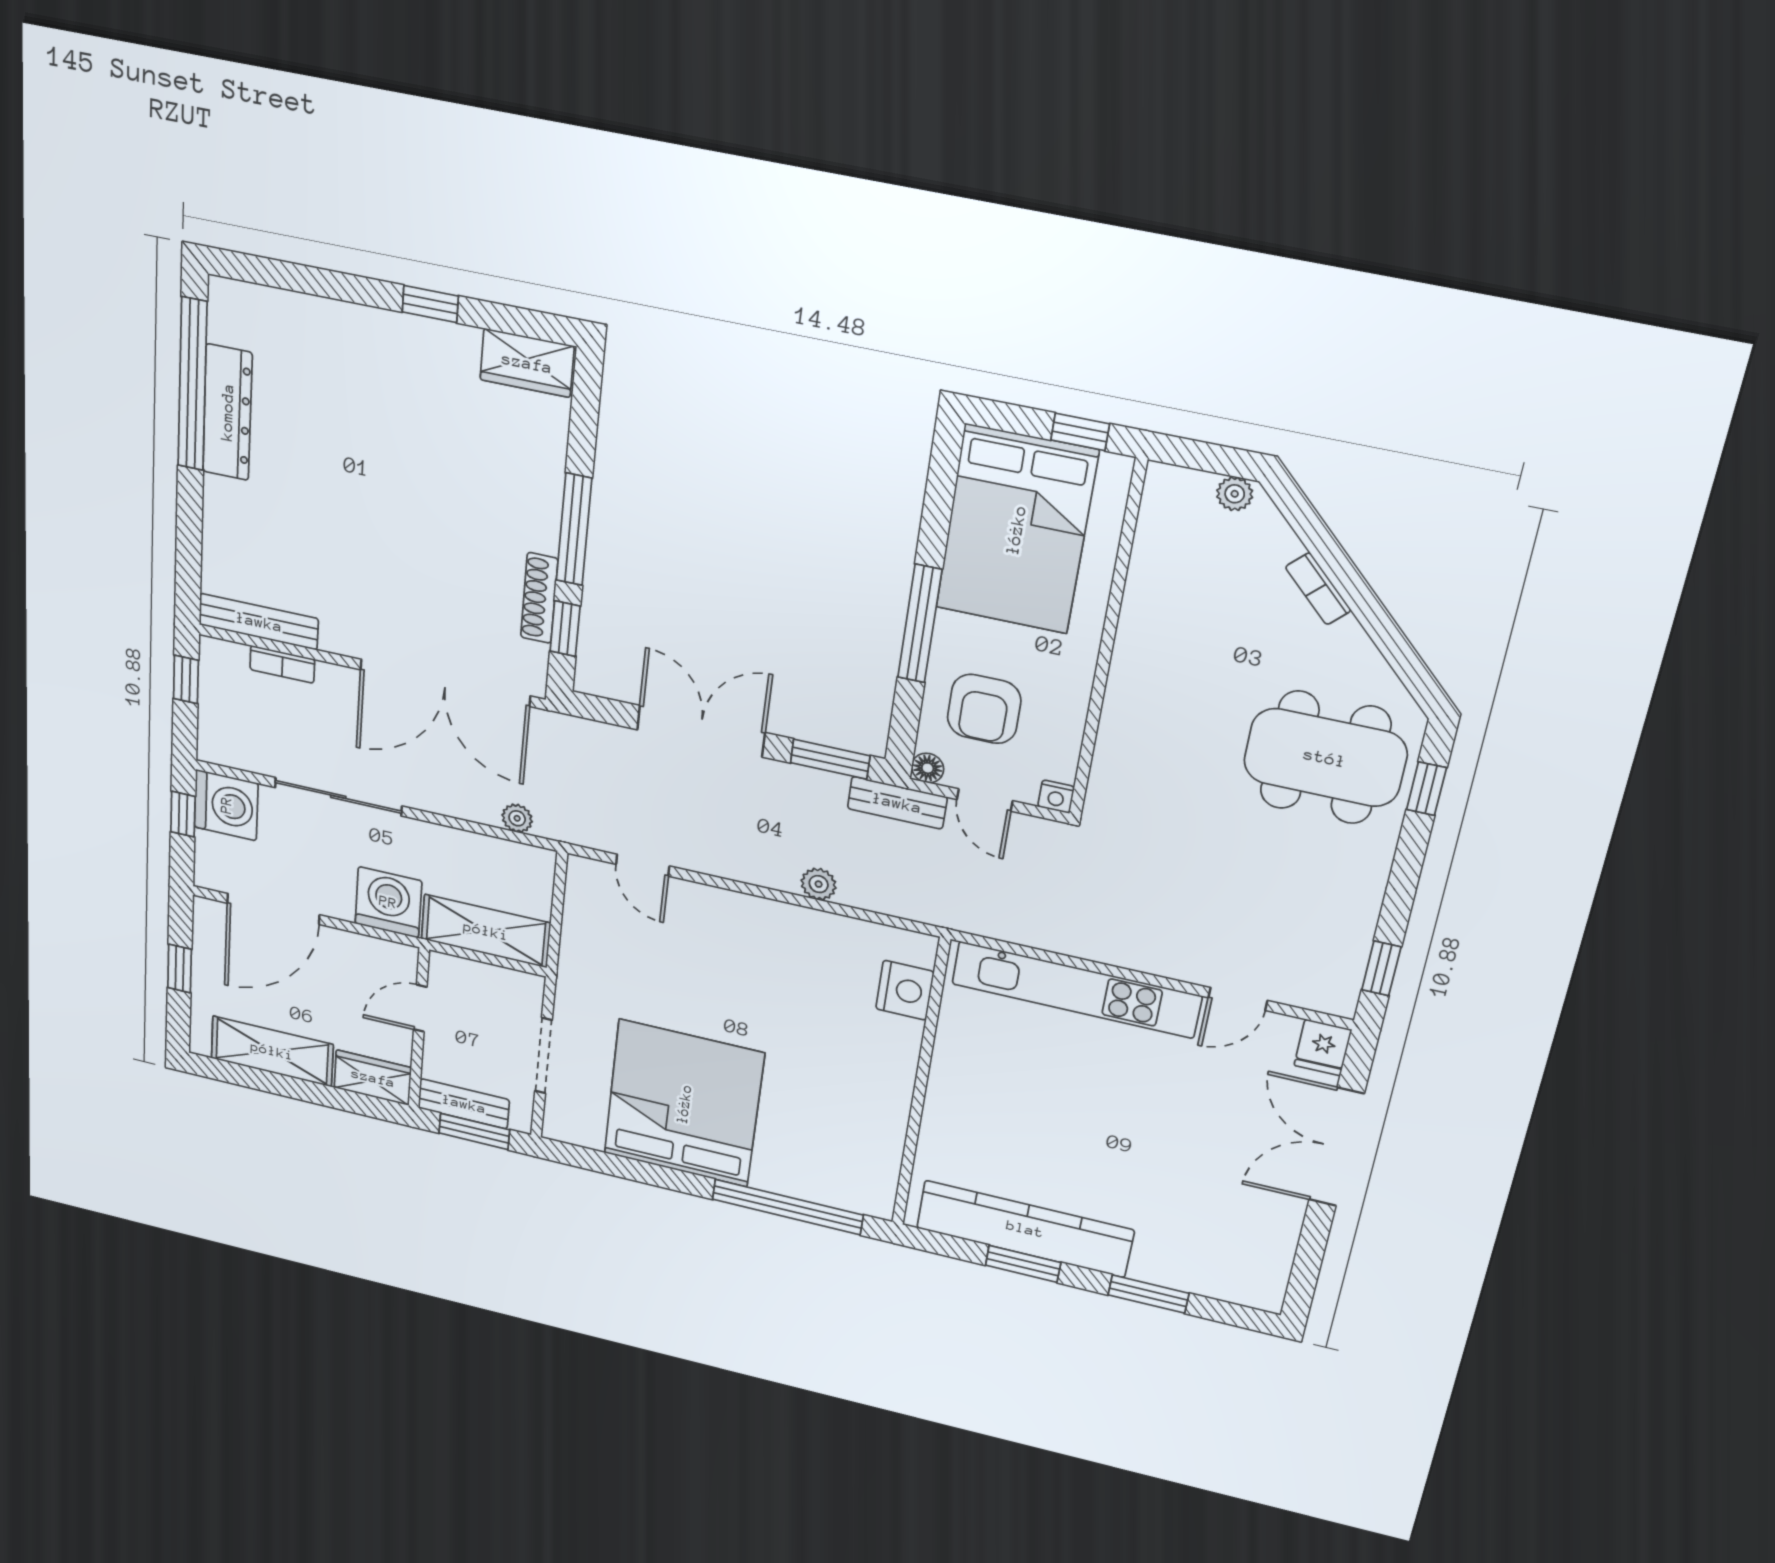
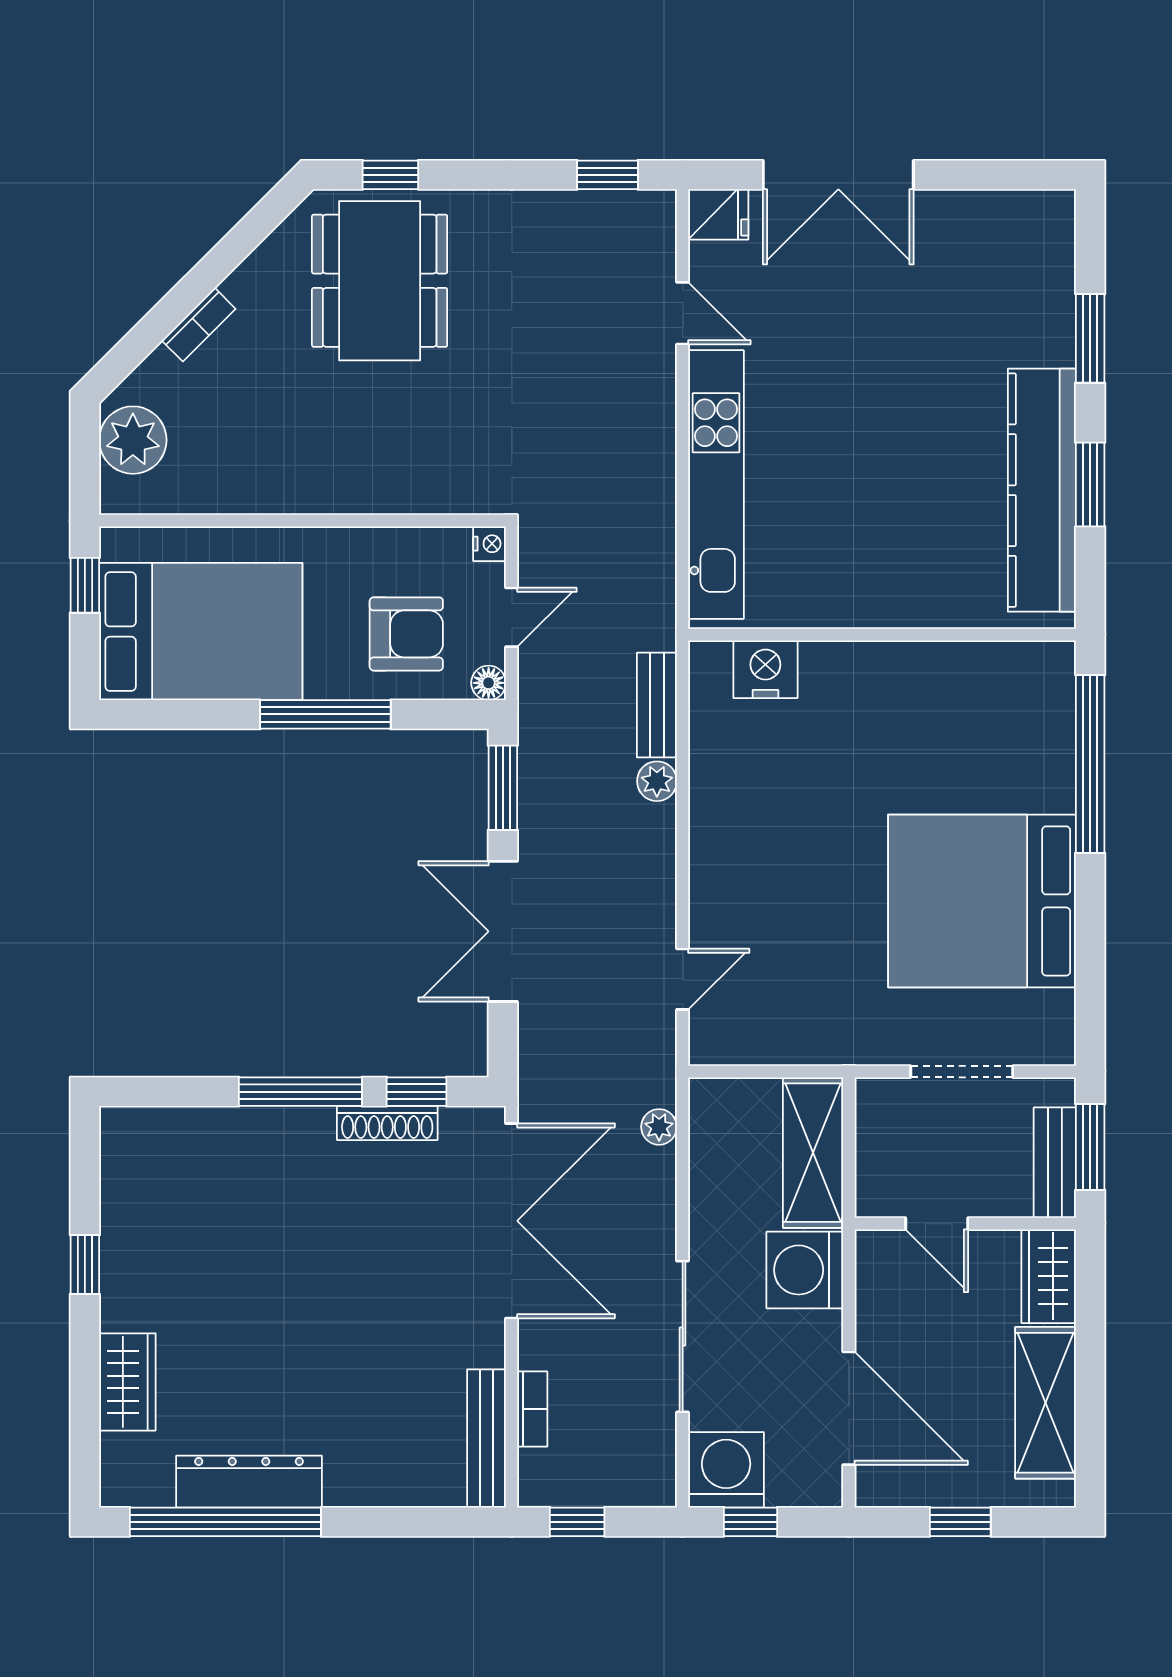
wardrobe: (527, 363) -> (127, 1382), moved
plant: (1235, 494) -> (133, 440), width x1.88, depth x1.88
bench: (897, 803) -> (657, 705), moved

